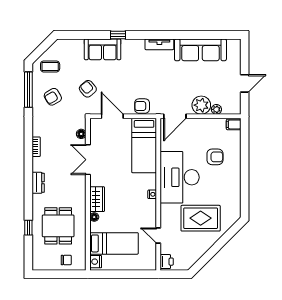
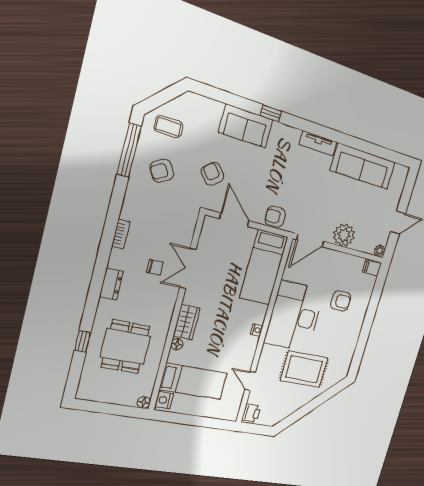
plant: (216, 109) -> (380, 251), moved
floor lamp: (81, 134) -> (144, 402), moved
chair: (66, 260) -> (155, 267), moved

